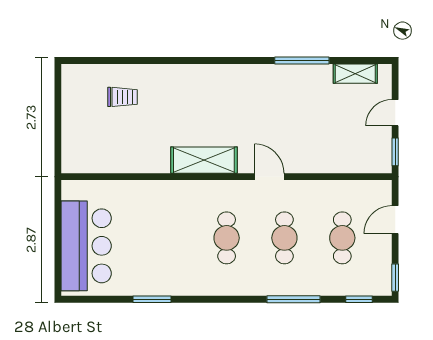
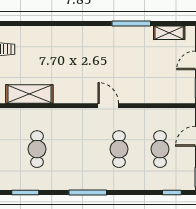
shelving: (204, 160) -> (29, 94), moved
cafe table: (227, 238) -> (37, 149), moved
window: (293, 299) -> (88, 193), moved

